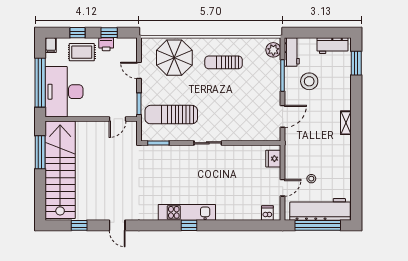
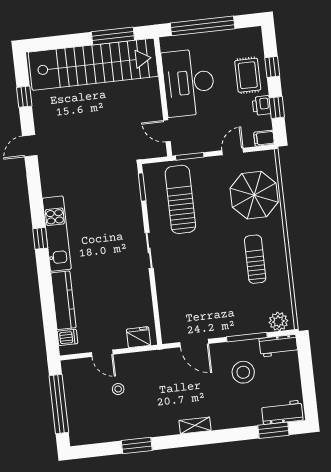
filing cabinet: (51, 45) -> (264, 138), moved
workbench: (332, 46) -> (282, 412), moved, turned 90
desk: (64, 92) -> (189, 83), moved, turned -90
window: (356, 169) -> (137, 446), added
workbench: (320, 209) -> (80, 405), removed
kitchen counter: (239, 213) -> (63, 300), added

